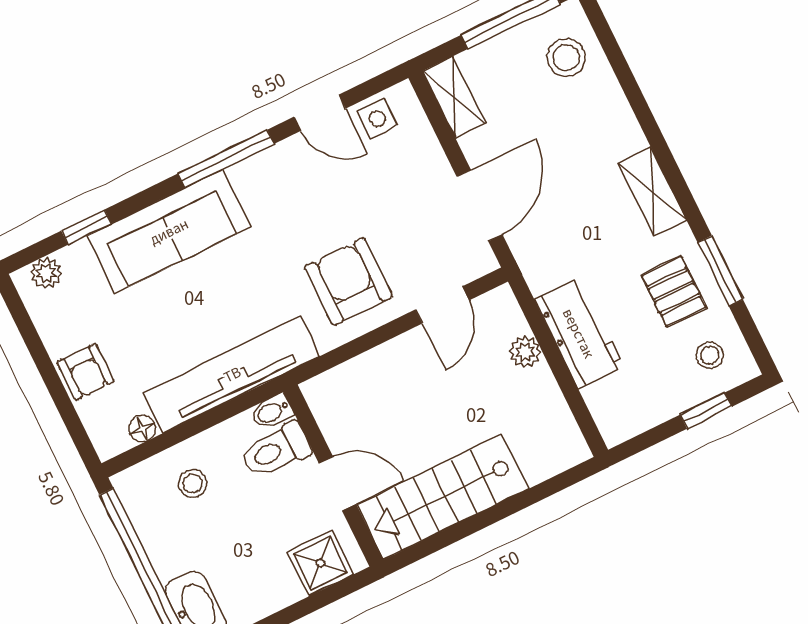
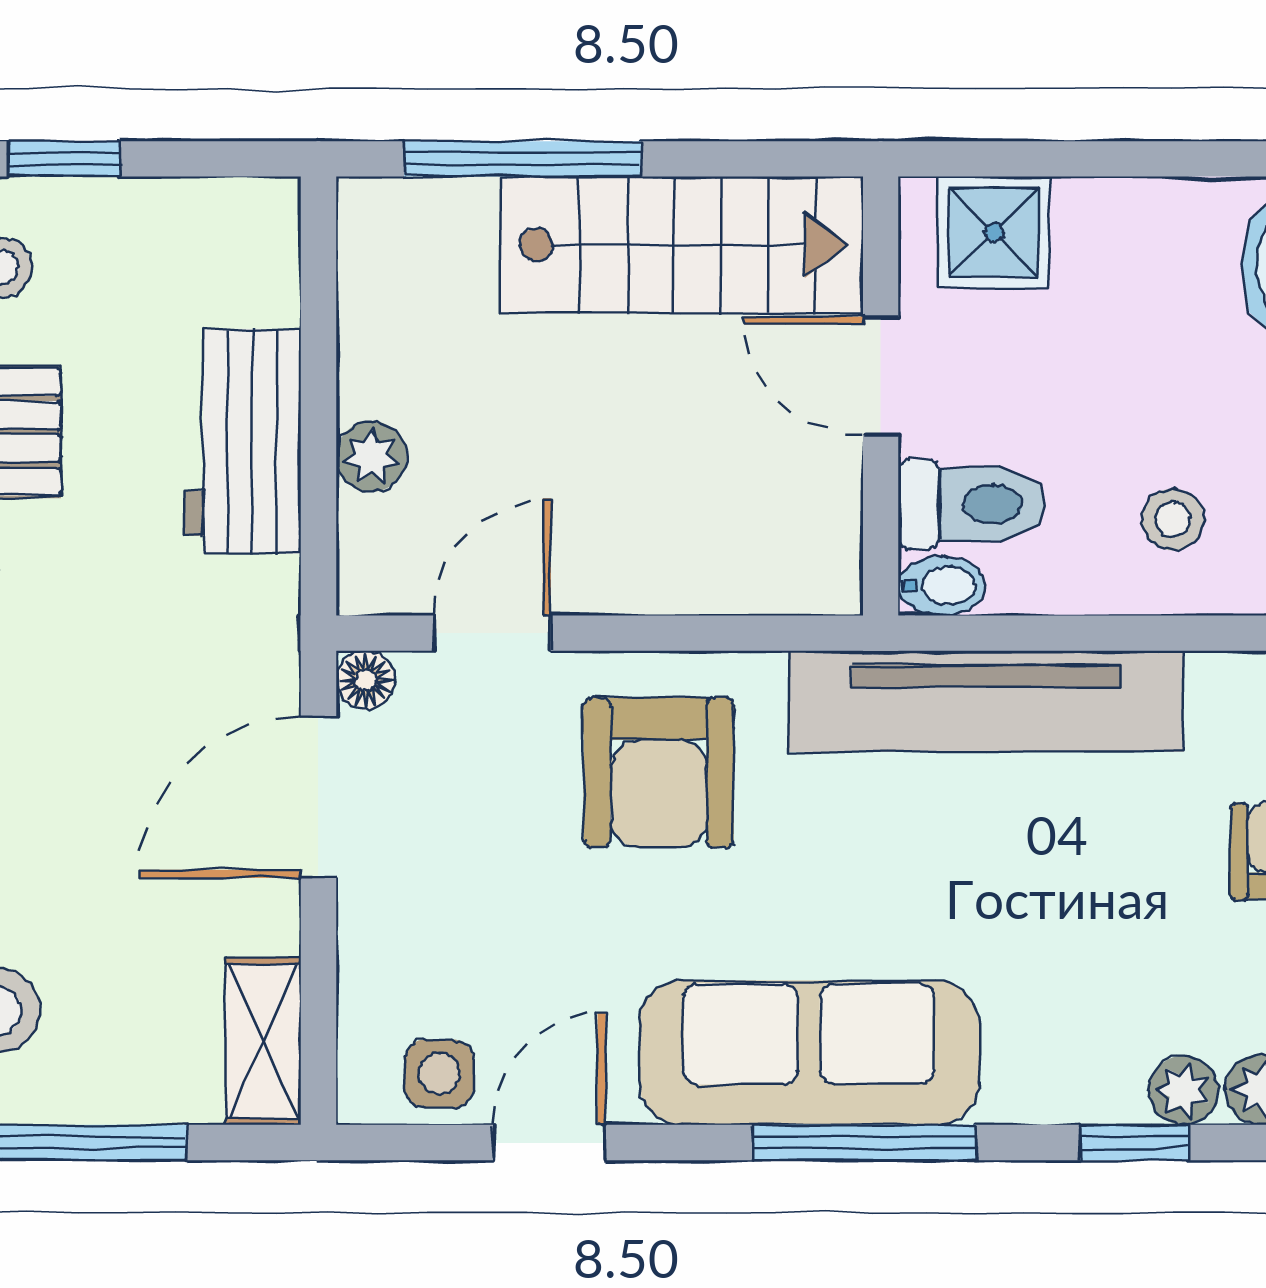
door: (320, 113) -> (549, 1143), hinge flipped
window: (226, 159) -> (864, 1143), moved
sofa: (169, 231) -> (809, 1053), moved
plant: (77, 258) -> (1184, 1090), added
floor lamp: (142, 429) -> (366, 680), moved
window: (523, 500) -> (523, 159), added

